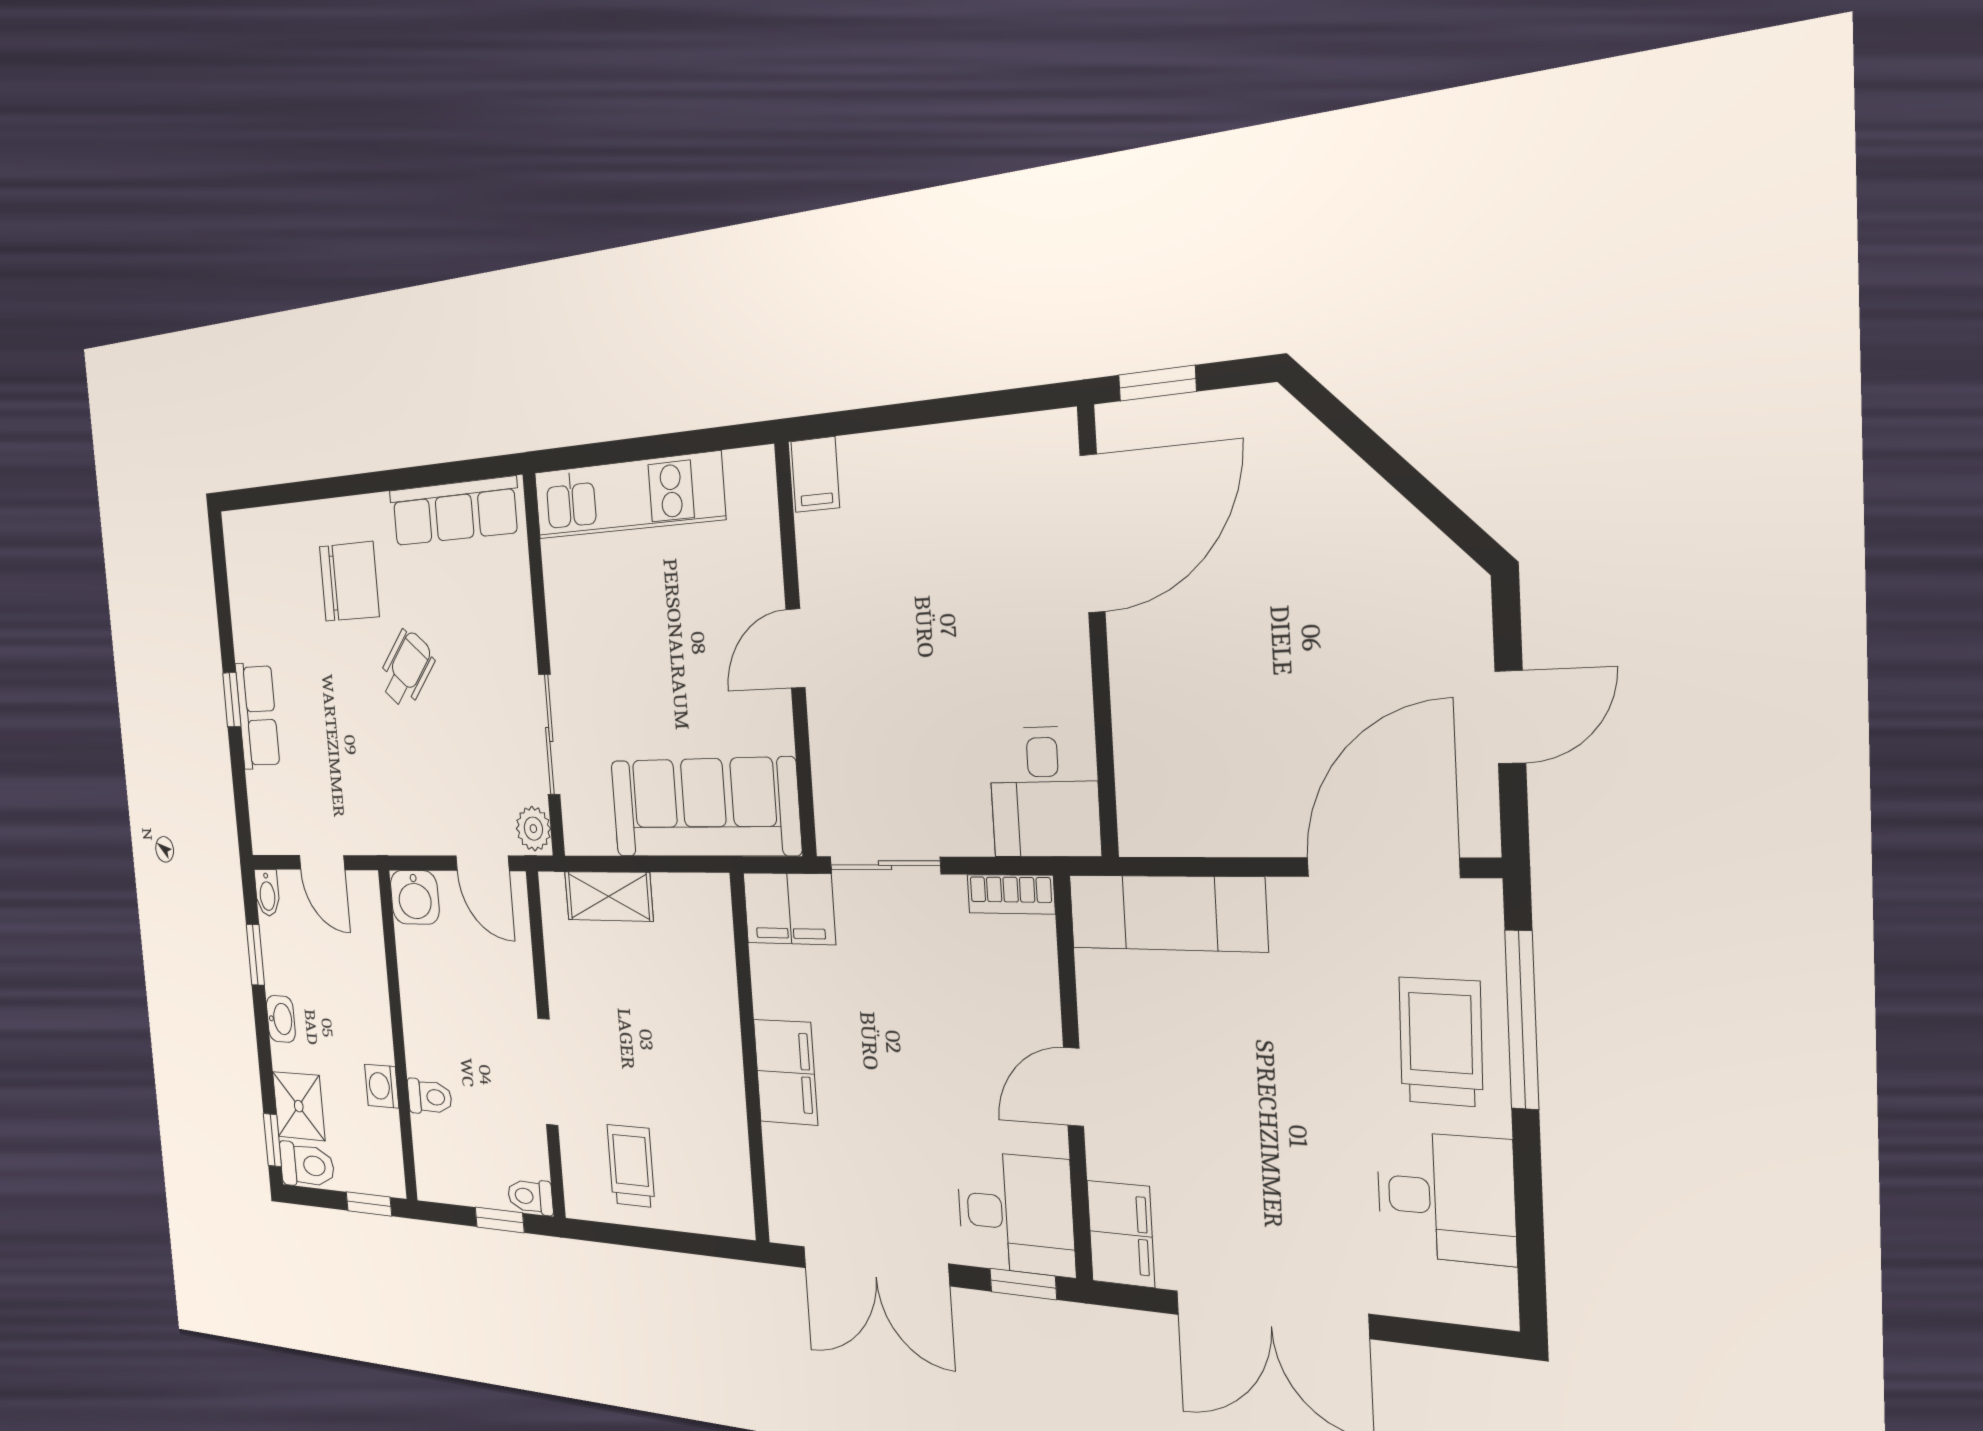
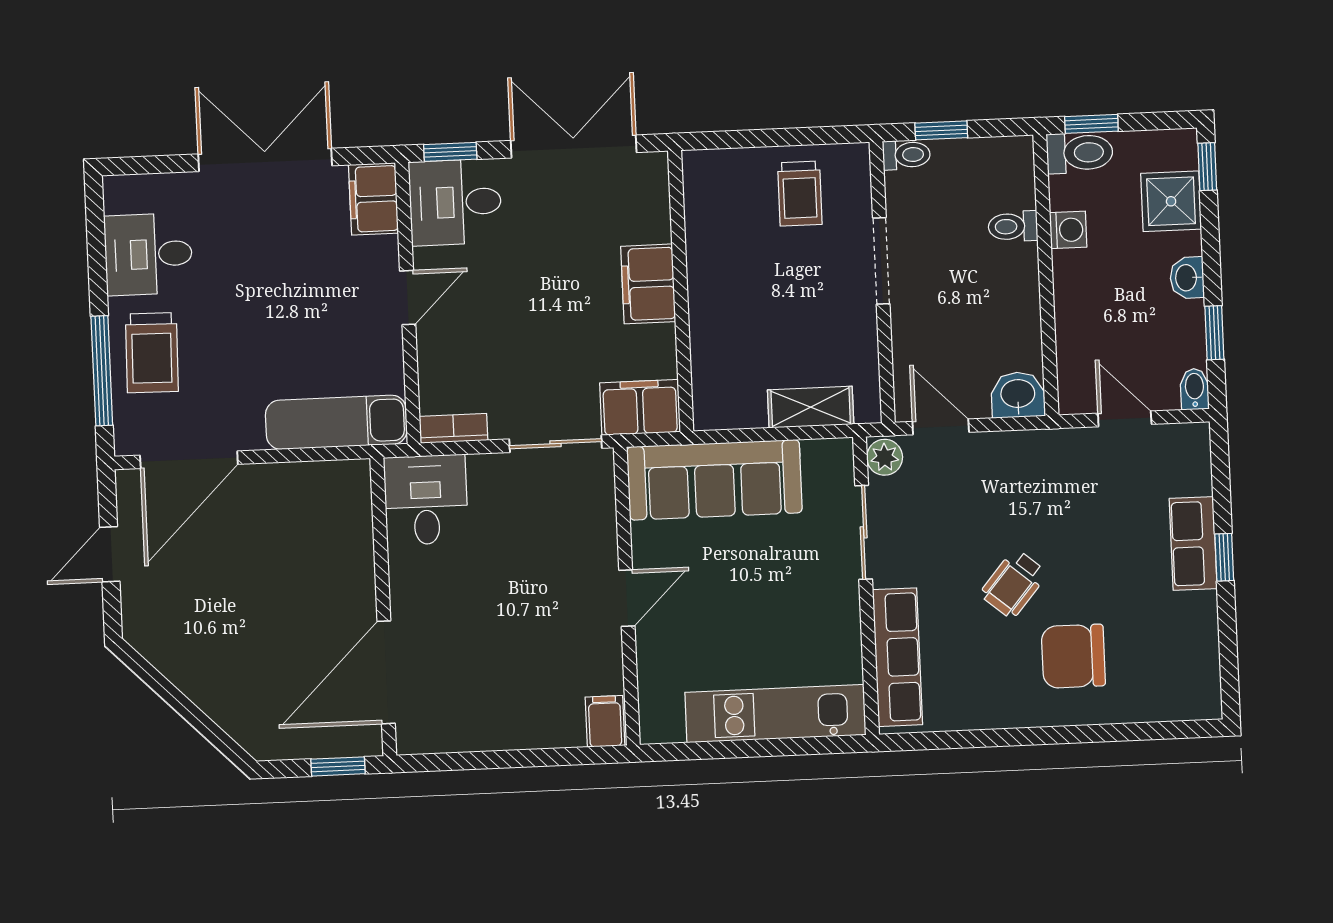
row of seats: (454, 511) -> (898, 657), moved, turned 90
toilet: (307, 1165) -> (1080, 153), moved, turned 180

